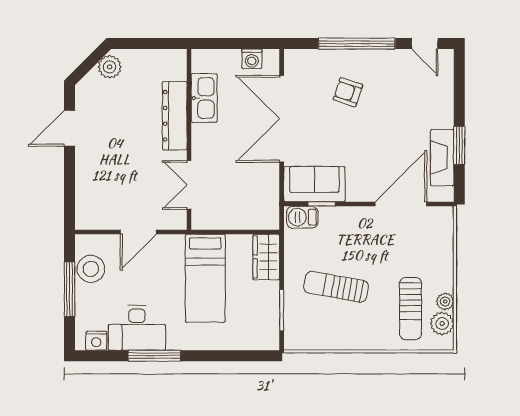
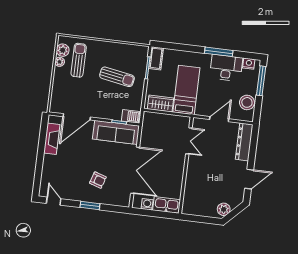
window: (357, 44) -> (90, 205), width x0.47
kitchen sink: (204, 98) -> (167, 205), moved, turned 90
dresser: (175, 116) -> (244, 142), moved, turned 180
window: (459, 146) -> (42, 144), removed
sofa: (314, 184) -> (116, 132), width x1.36
wardrobe: (266, 257) -> (161, 104), moved, turned -90
window: (70, 289) -> (261, 81), moved
cot: (268, 330) -> (156, 58), added

